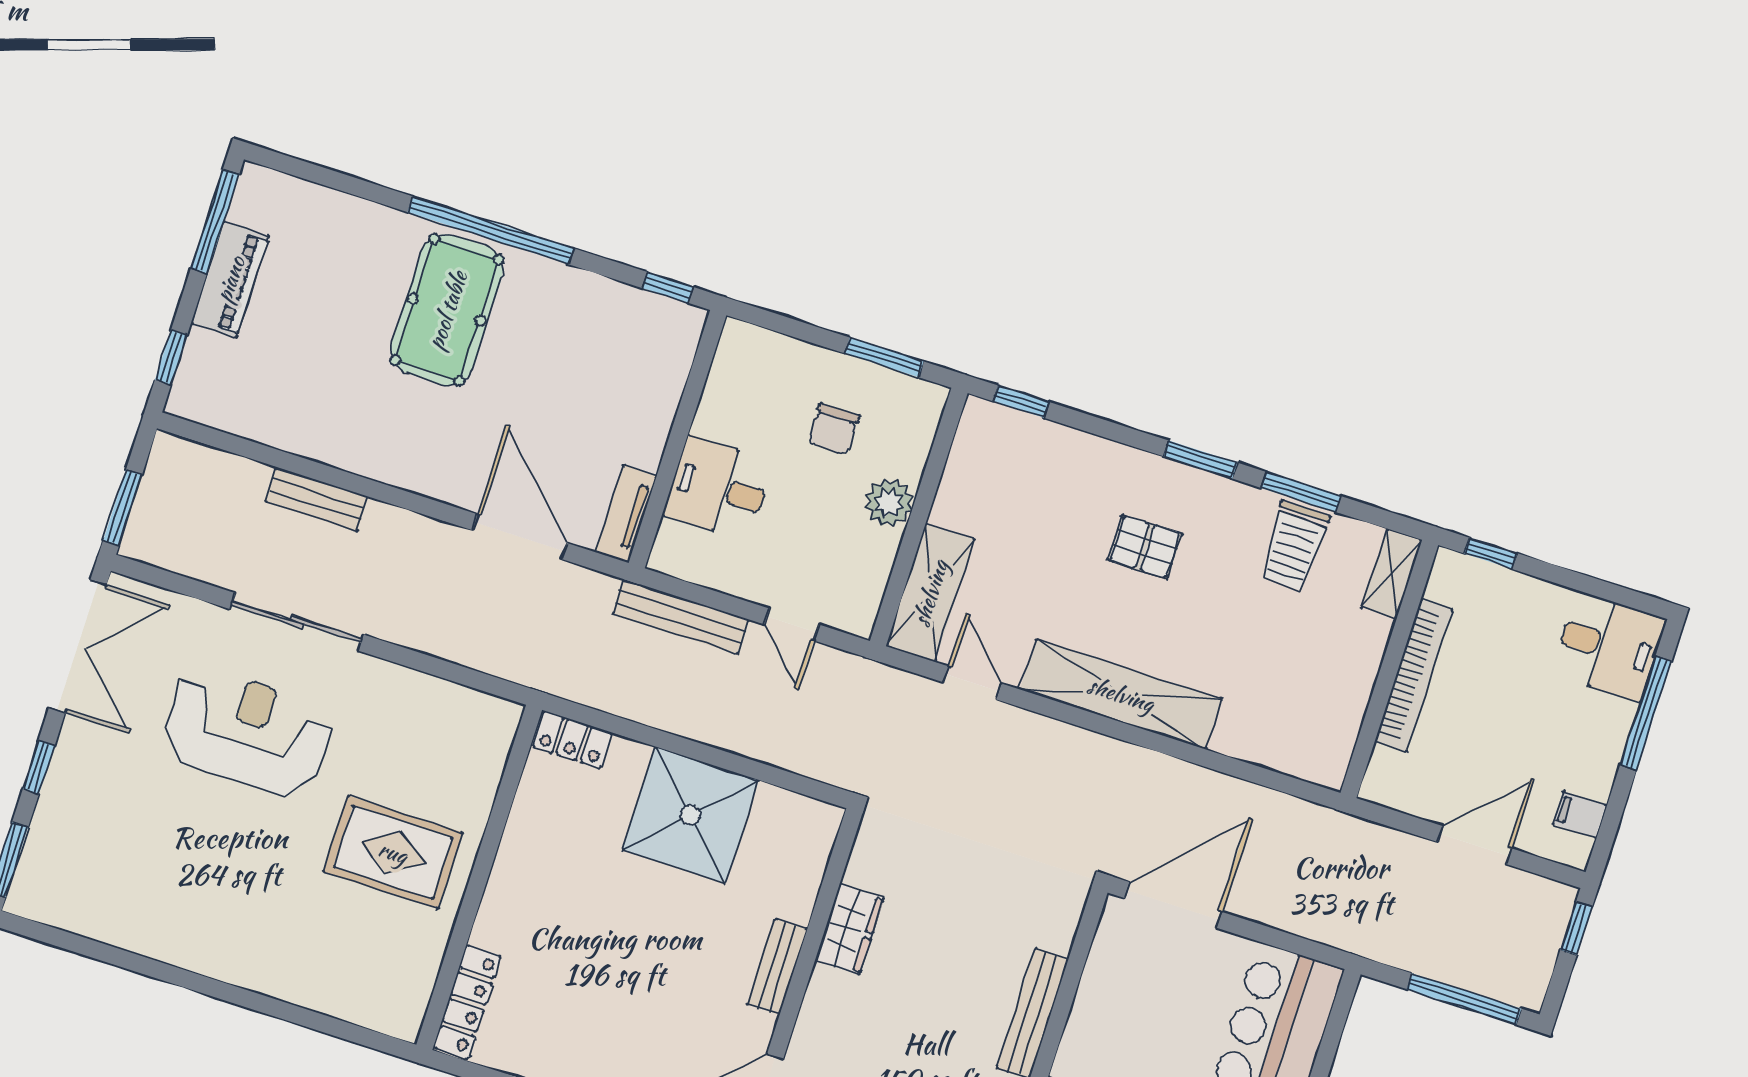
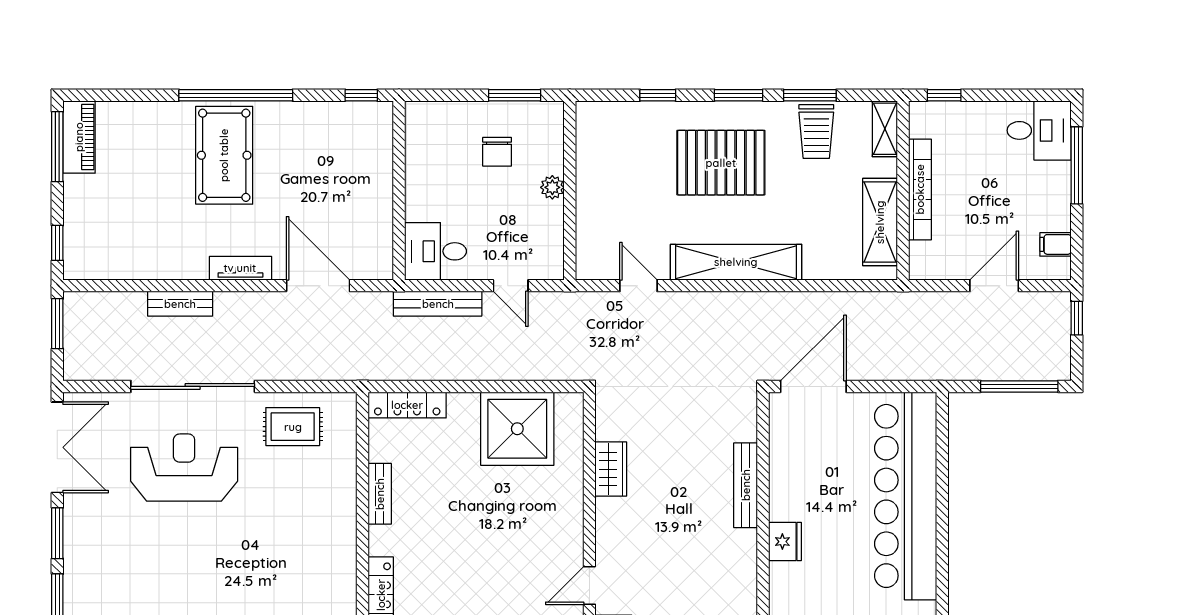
piano: (230, 279) -> (79, 137), moved
window: (1021, 402) -> (658, 95), moved
desk: (719, 488) -> (436, 251), moved
plant: (889, 503) -> (552, 187), width x0.73, depth x0.73
window: (123, 507) -> (57, 324), moved
tv unit: (626, 514) -> (240, 268), moved, turned 90
pallet: (1145, 547) -> (721, 163), width x2.05, depth x2.00
shelving: (930, 593) -> (880, 222), moved
sliding door: (297, 622) -> (193, 386), width x1.36
locker: (572, 740) -> (407, 405), width x1.53
window: (39, 767) -> (57, 533), width x1.50
shower: (690, 815) -> (517, 429), moved
rug: (393, 852) -> (293, 427), moved, width x0.73, depth x0.70
bench: (777, 967) -> (380, 494), moved

